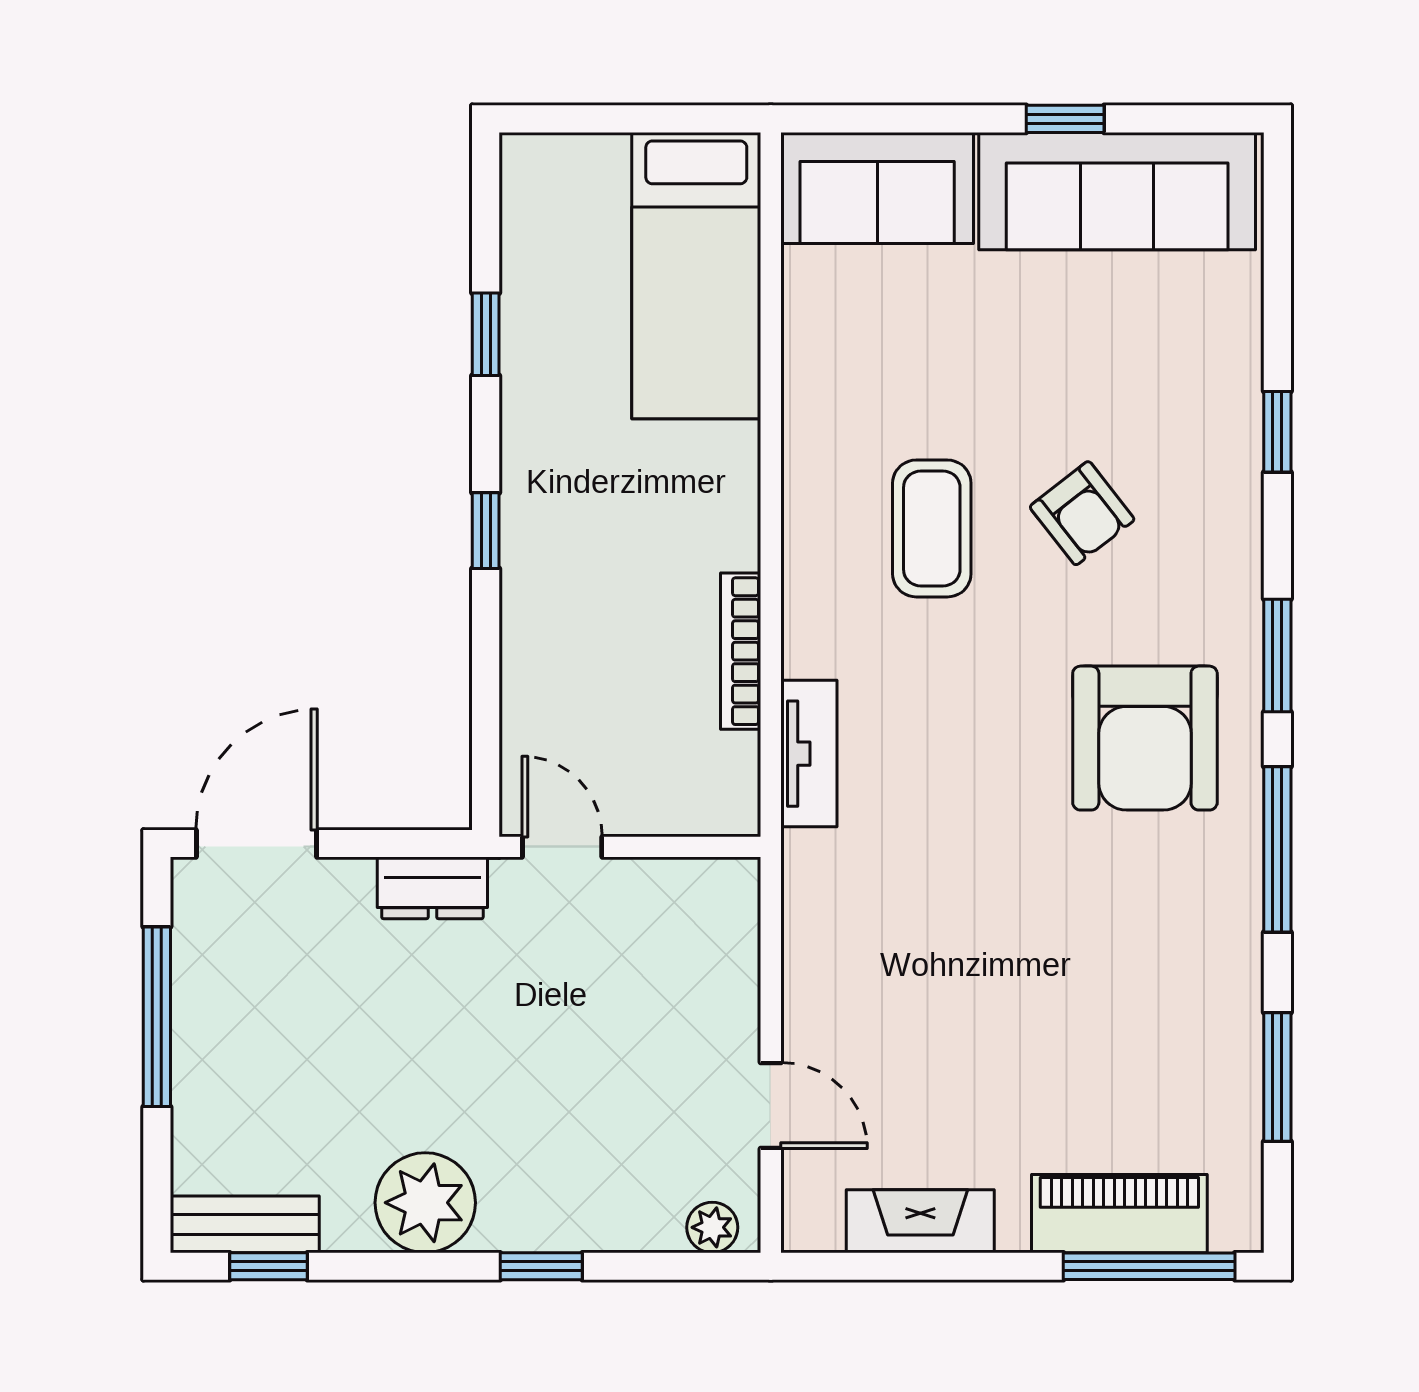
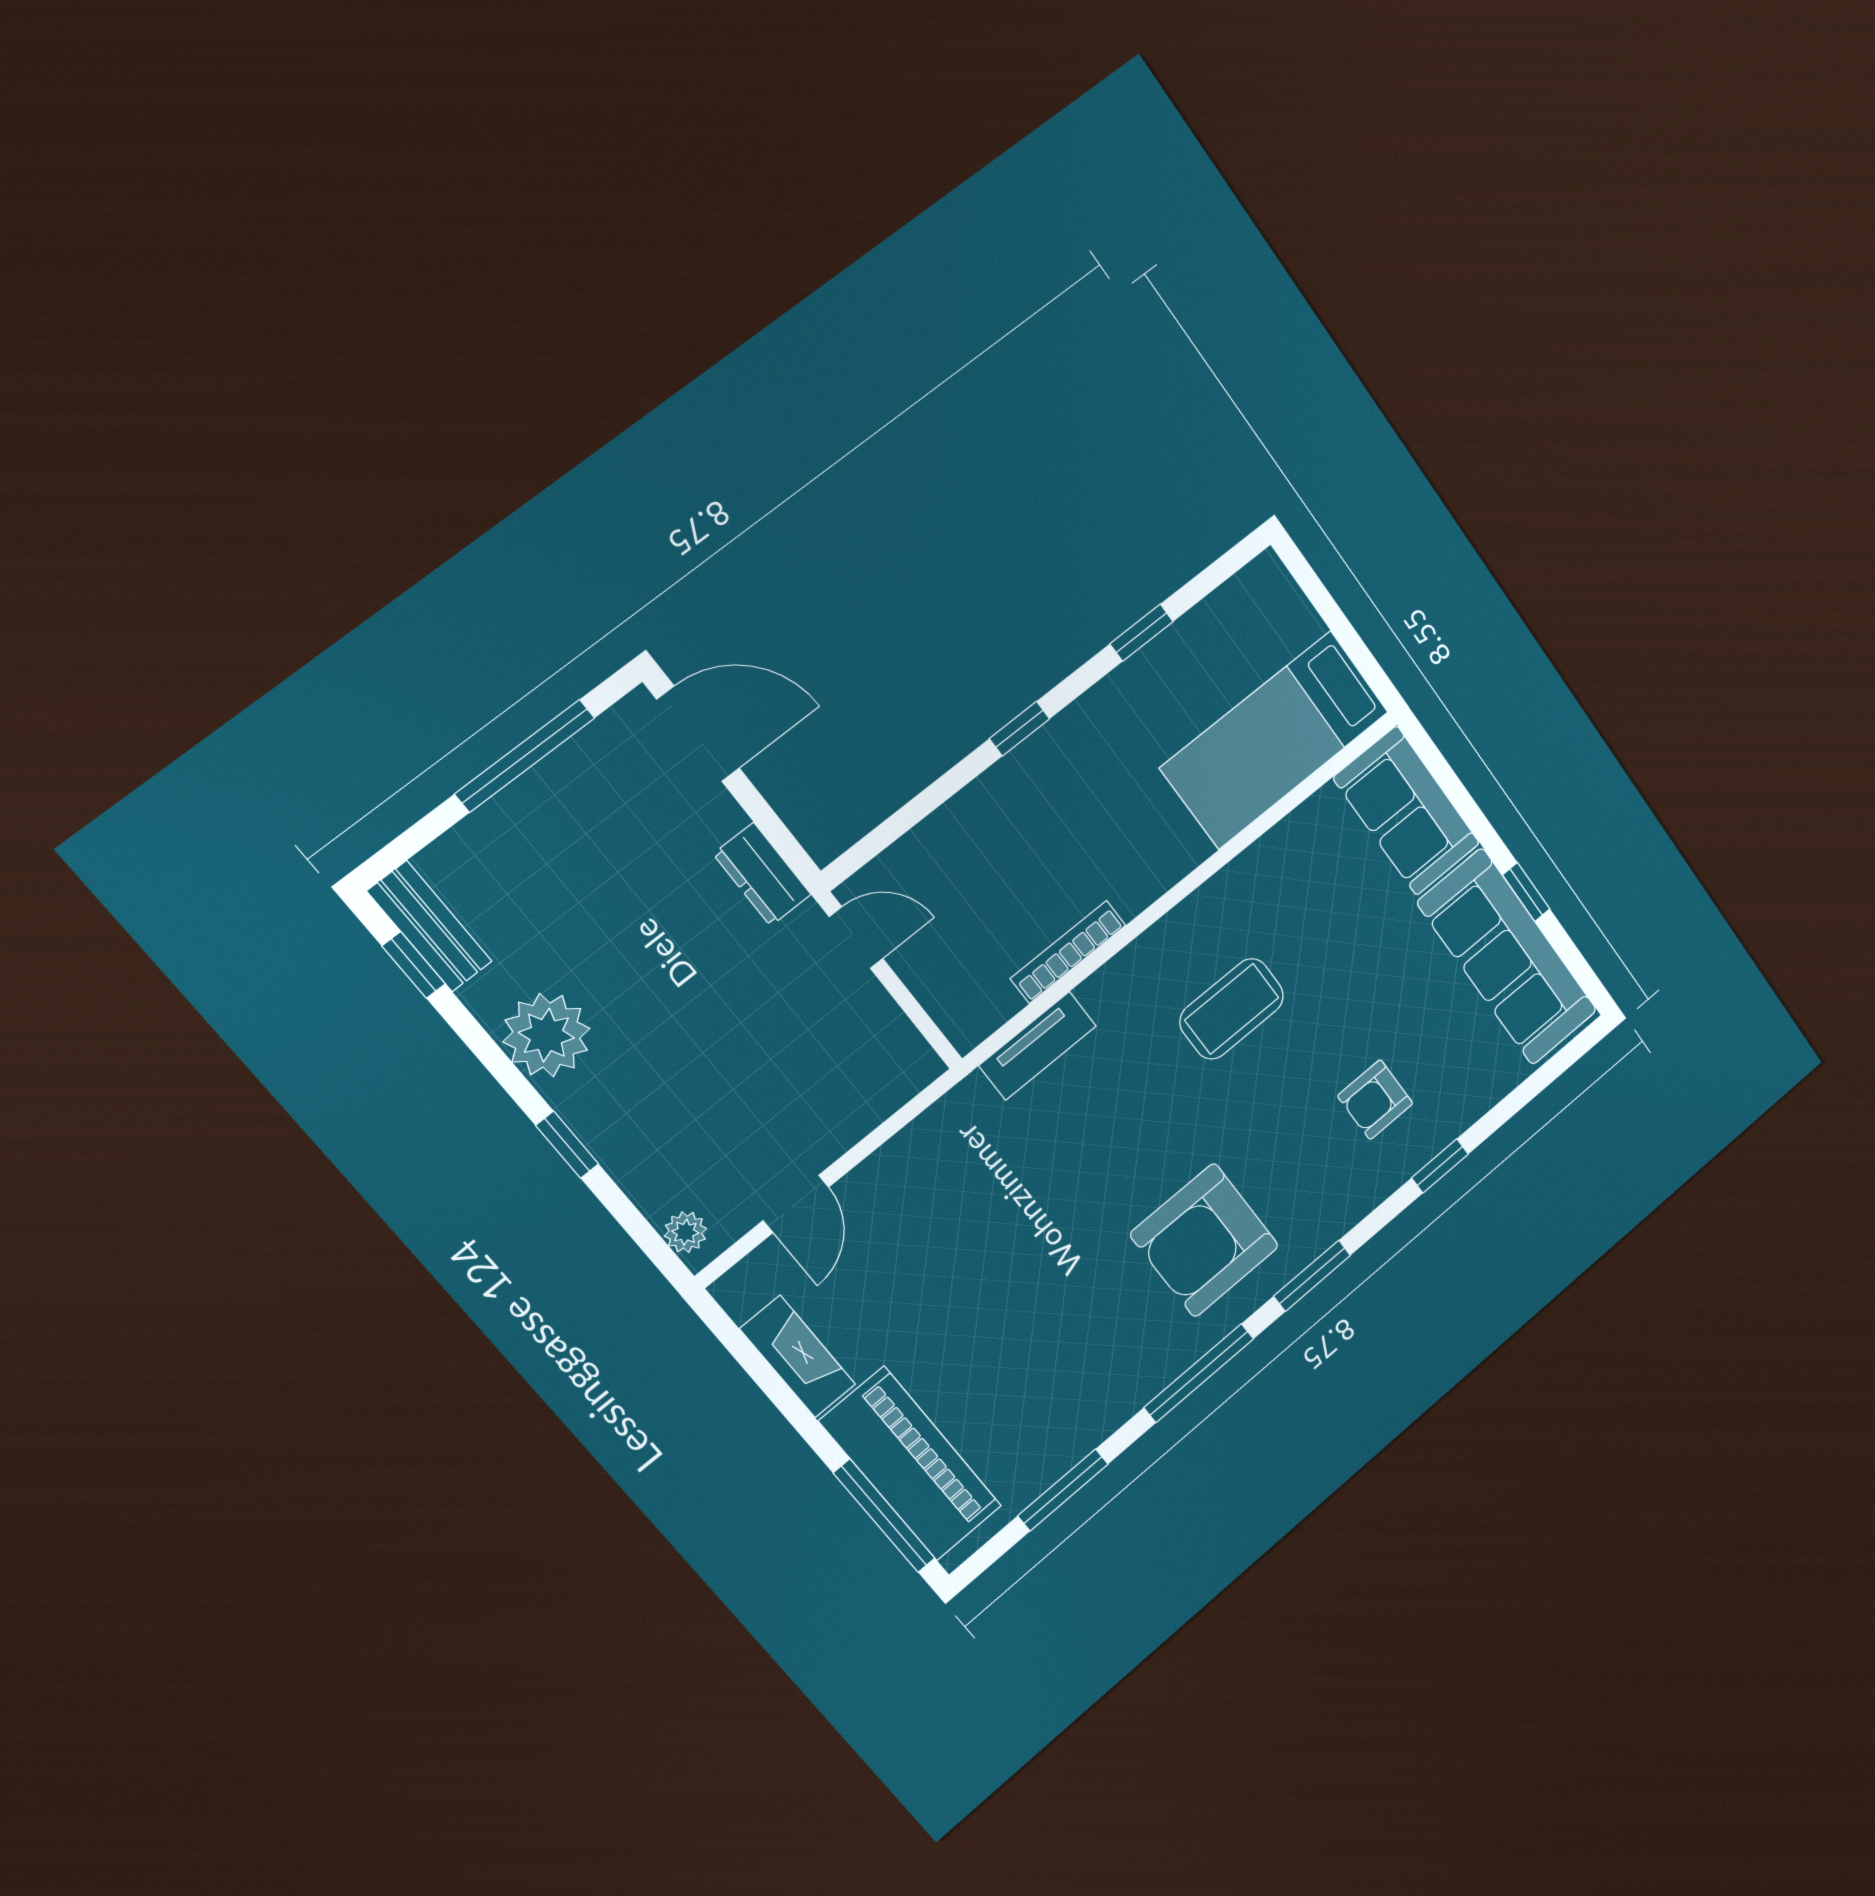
armchair: (1082, 513) -> (1375, 1100), moved, turned 38
door: (562, 847) -> (856, 938), hinge flipped
piano: (1119, 1214) -> (911, 1464), width x1.37, depth x1.33

